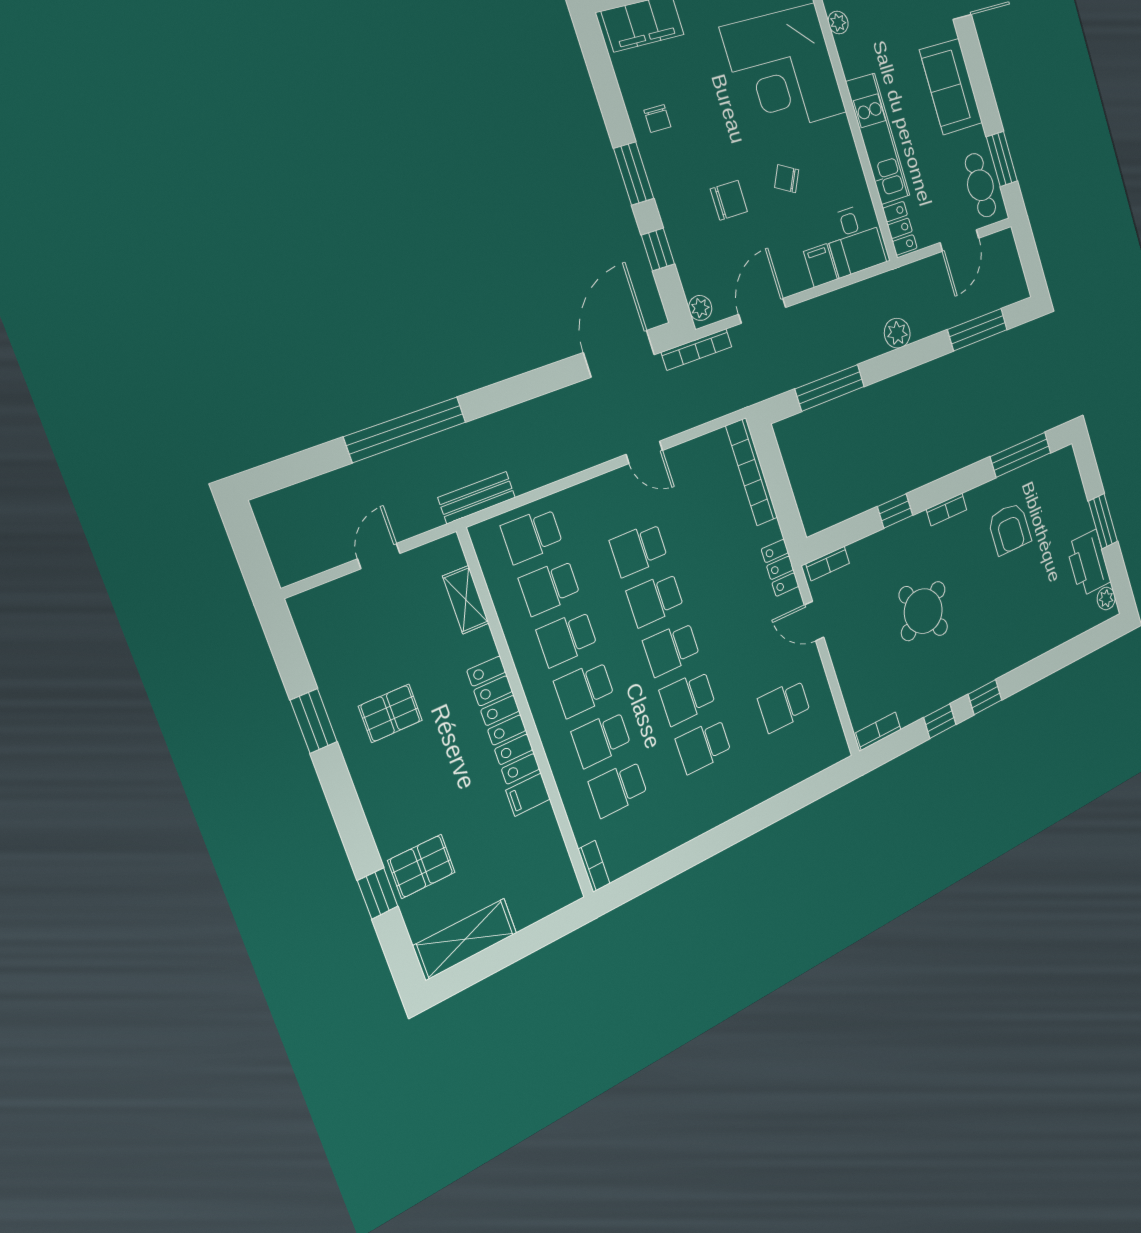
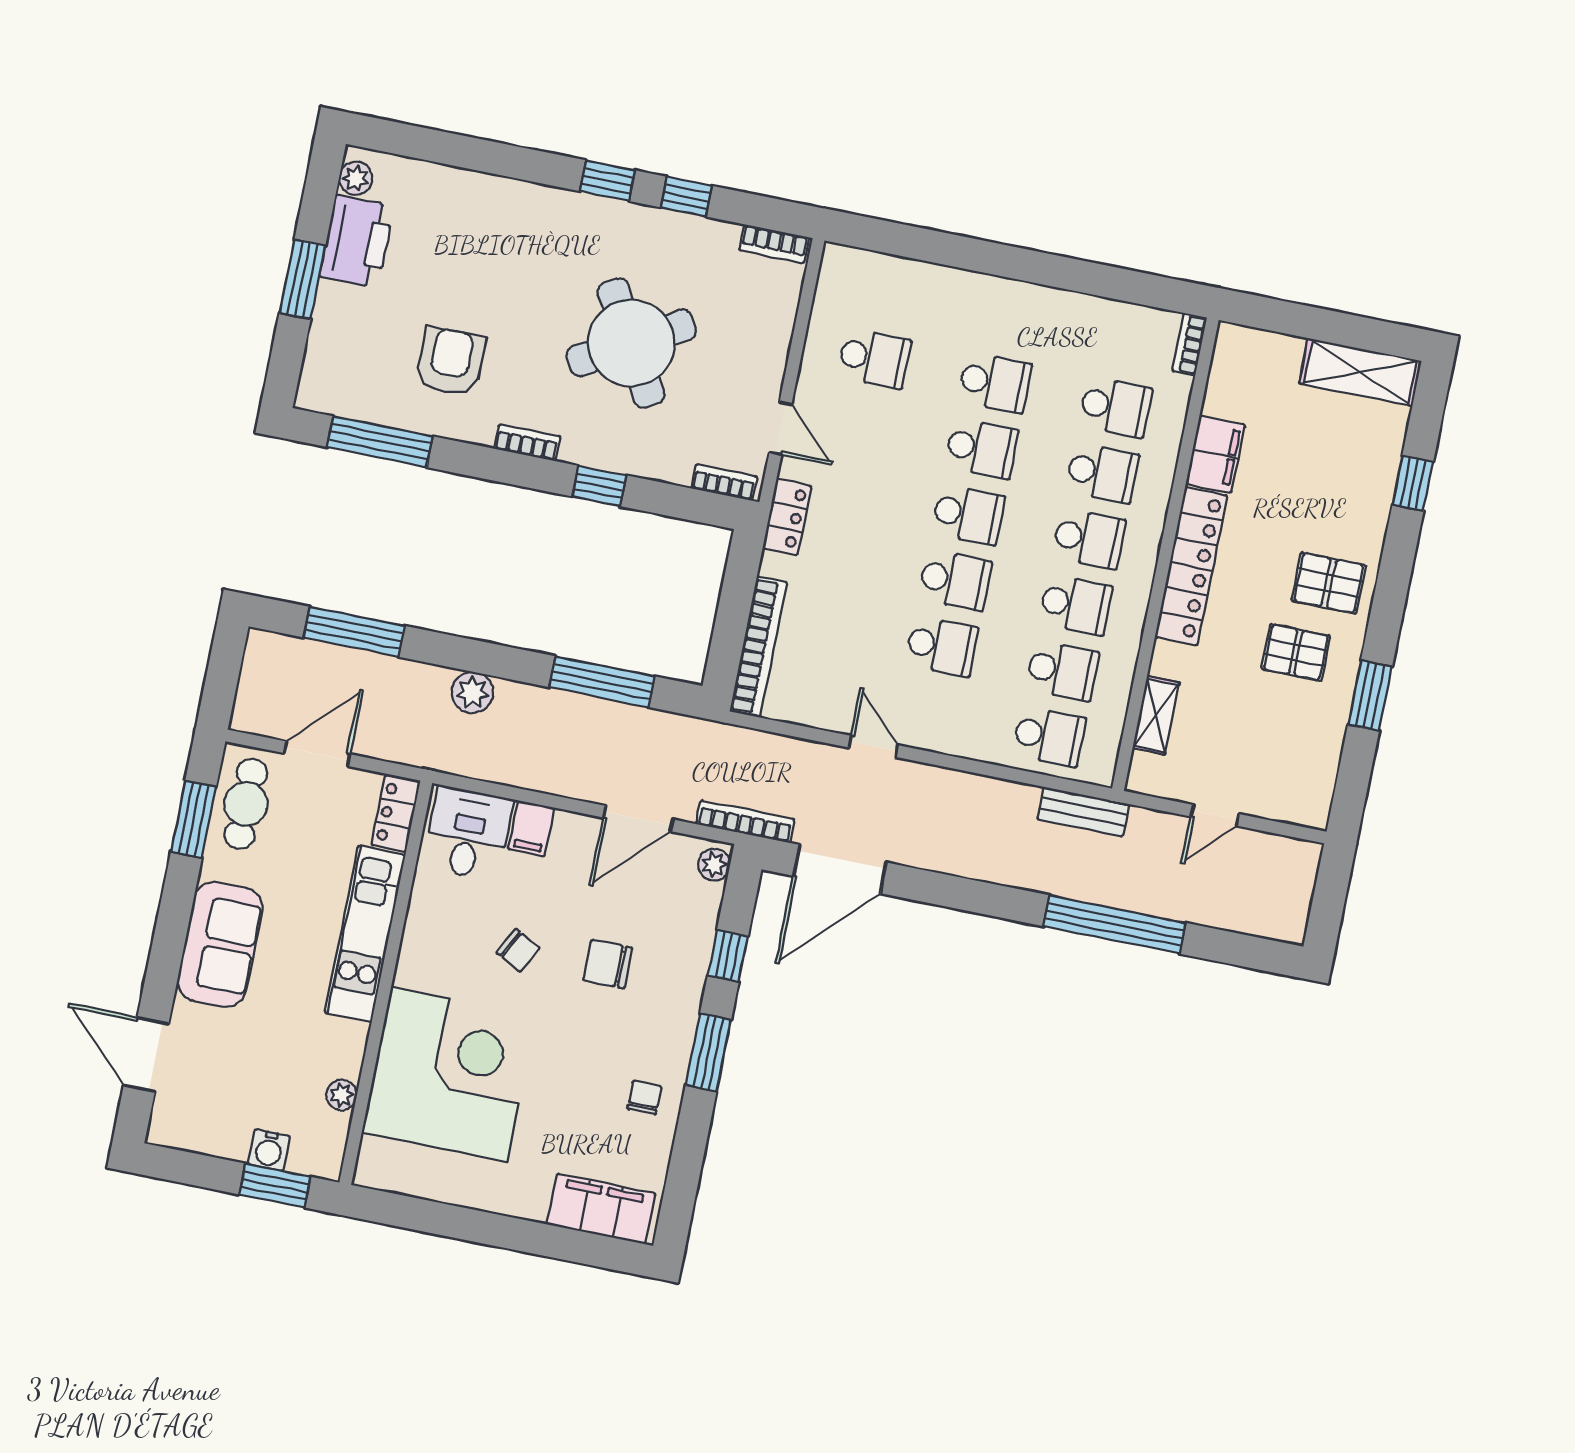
round table: (923, 611) -> (631, 343), width x1.36, depth x1.36
filing cabinet: (528, 795) -> (1215, 454), width x2.00
pallet: (421, 866) -> (1329, 583), moved

